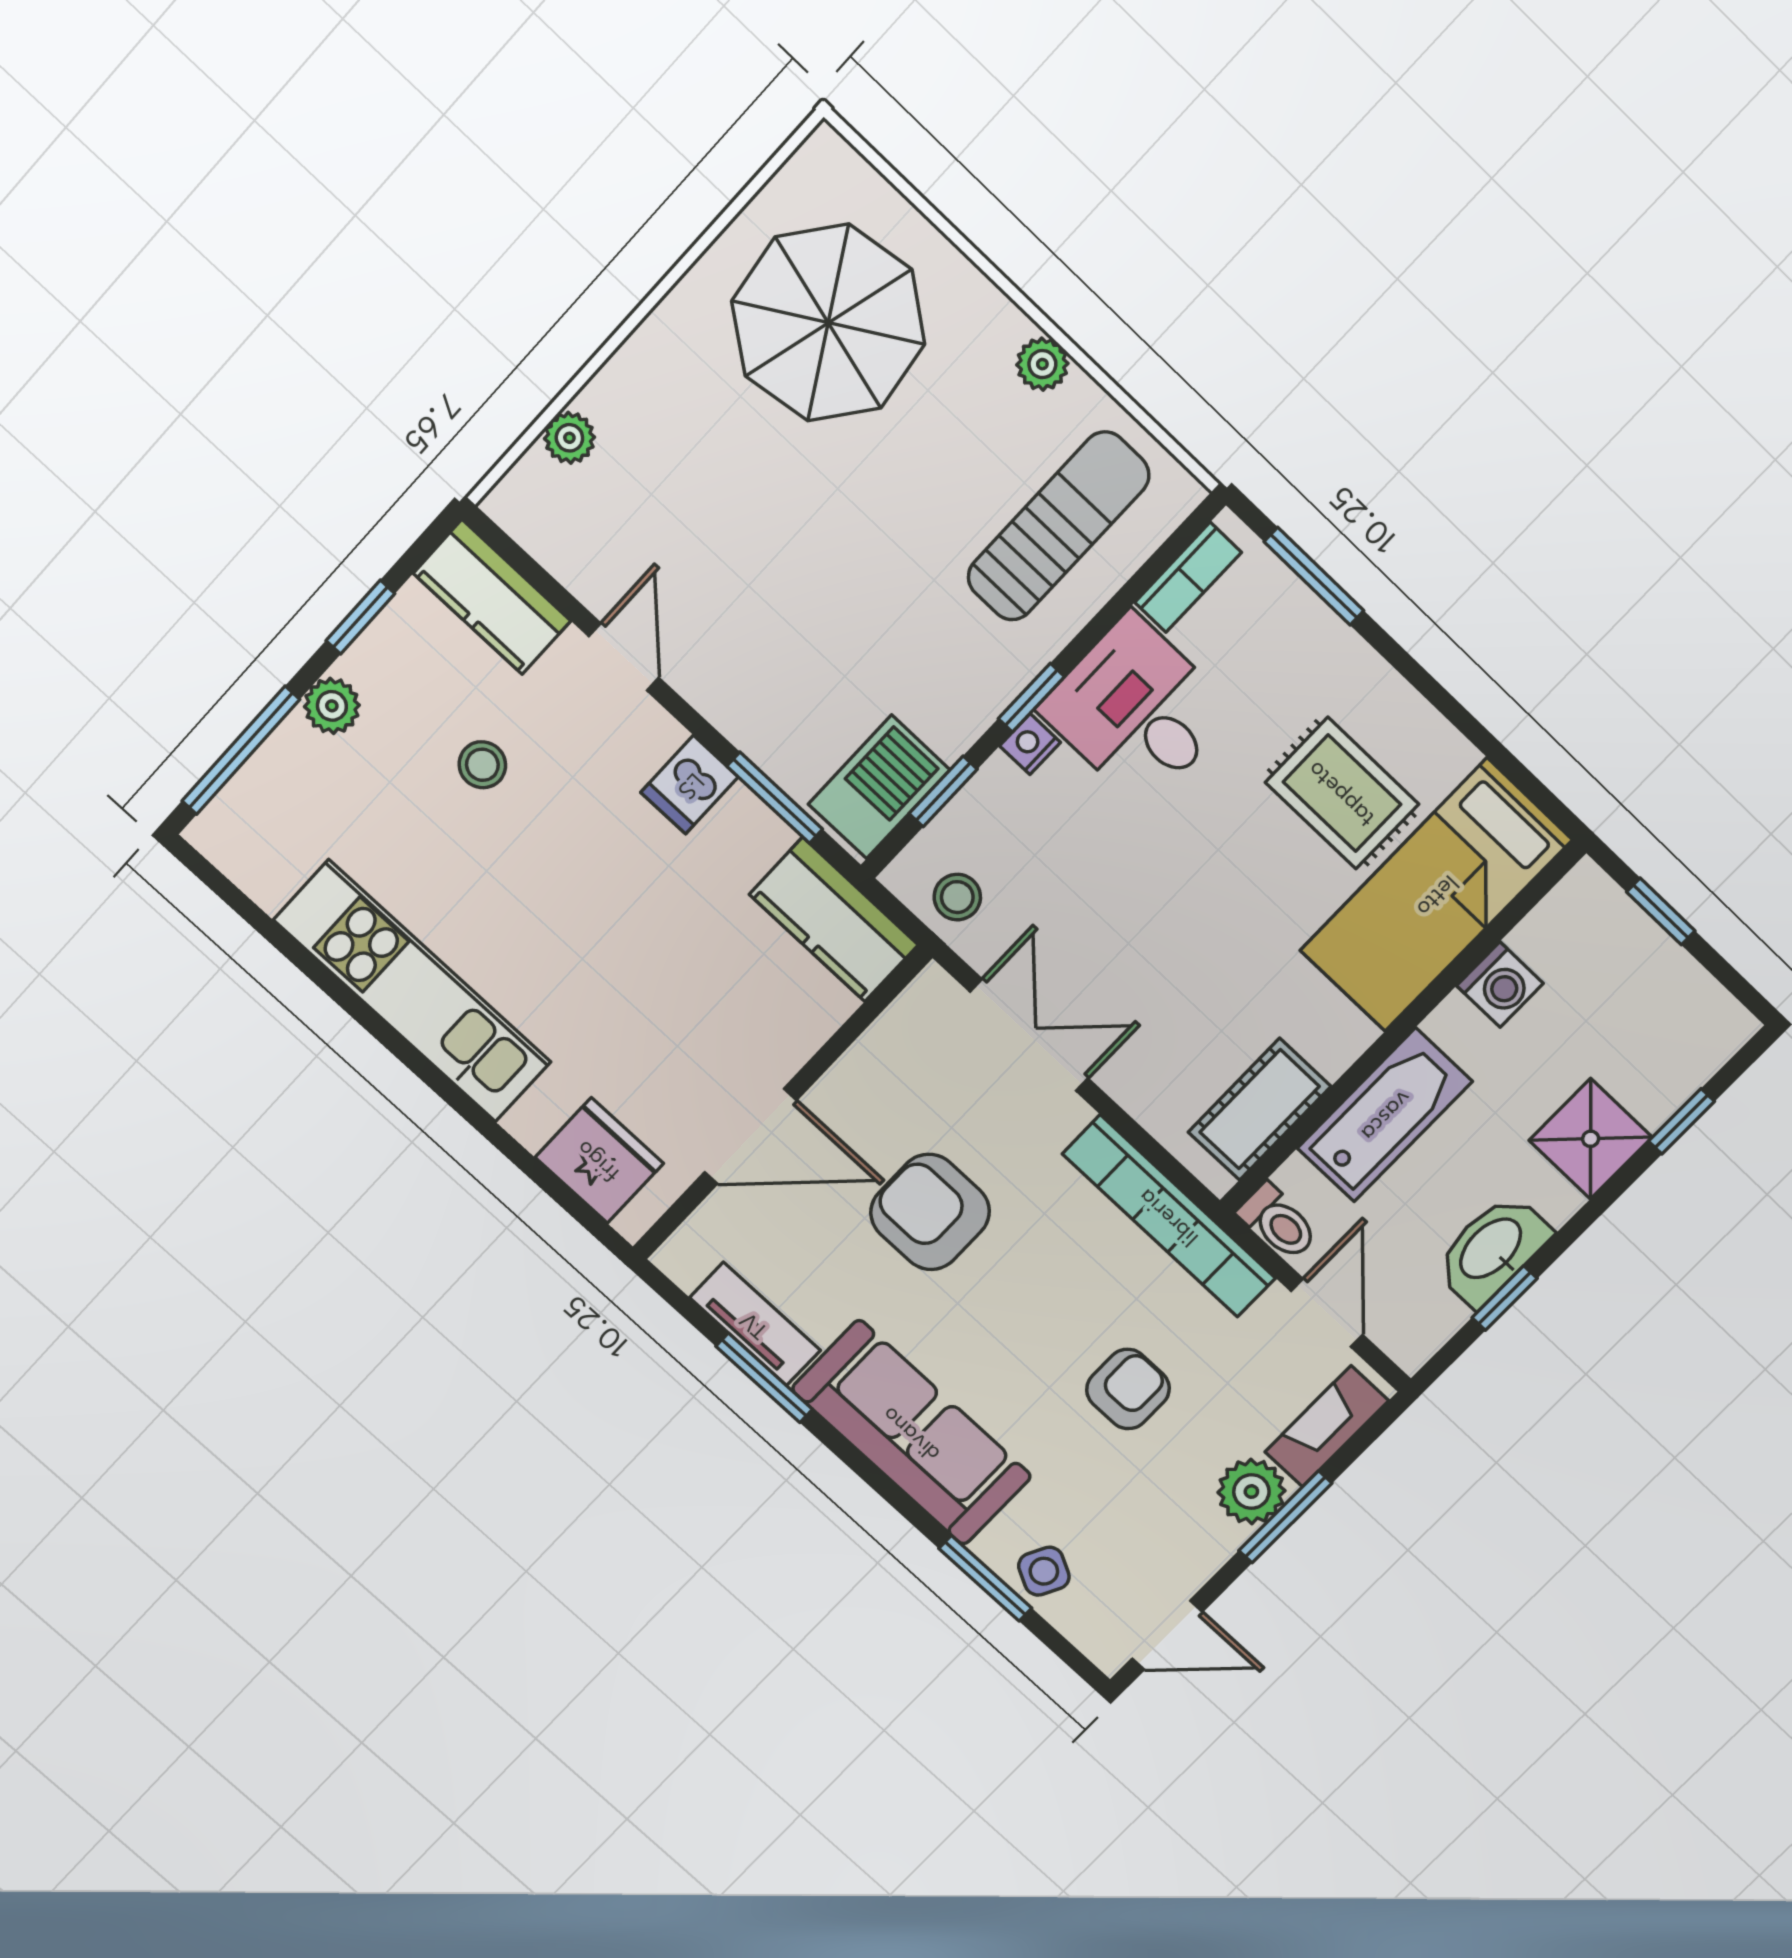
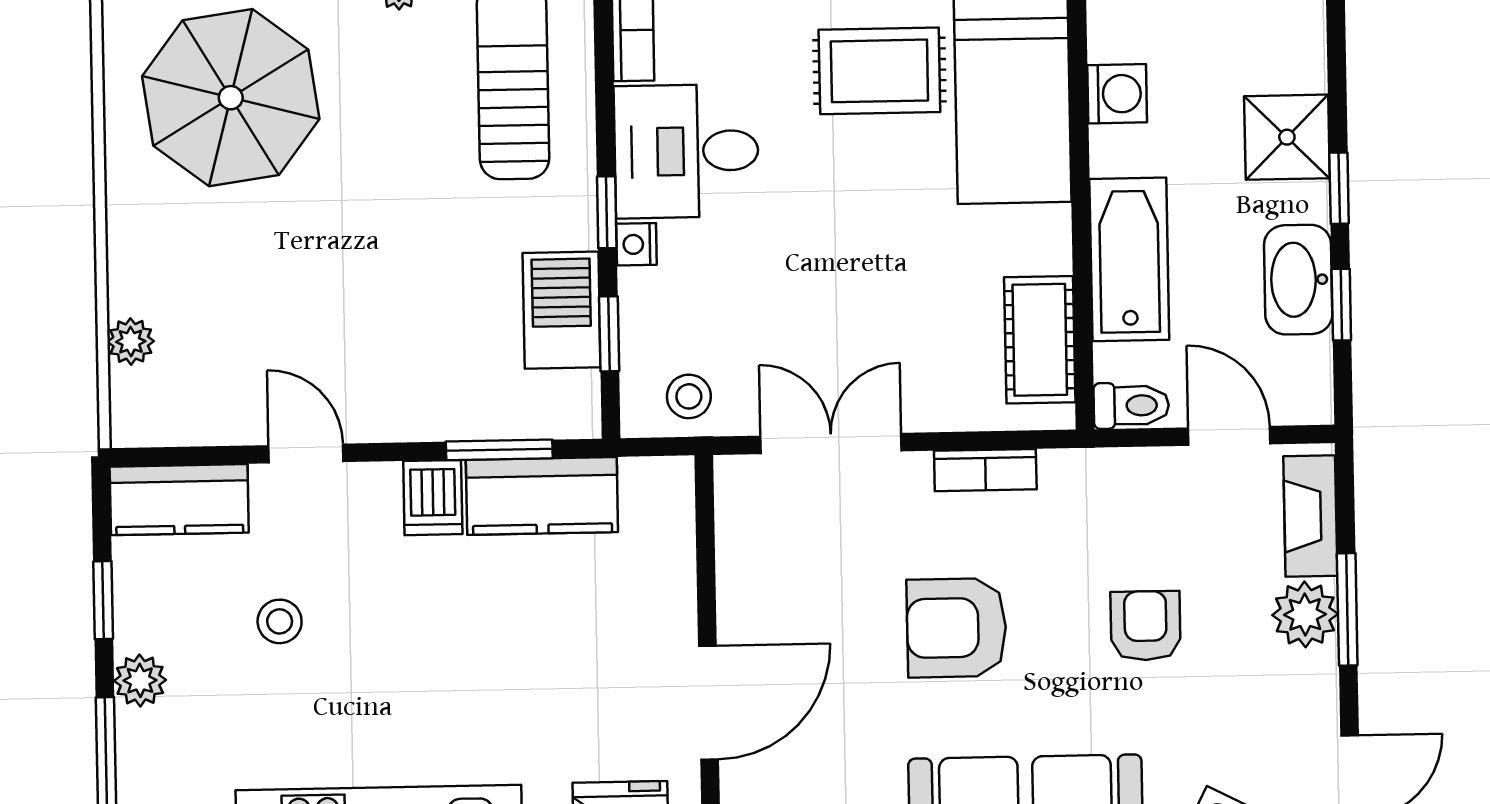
barbecue: (879, 787) -> (562, 310), moved
kitchen counter: (834, 920) -> (542, 496), moved
window: (1681, 1121) -> (1339, 188), moved
armchair: (930, 1212) -> (956, 628), moved
bookcase: (1169, 1216) -> (985, 470), width x0.43, depth x0.76

